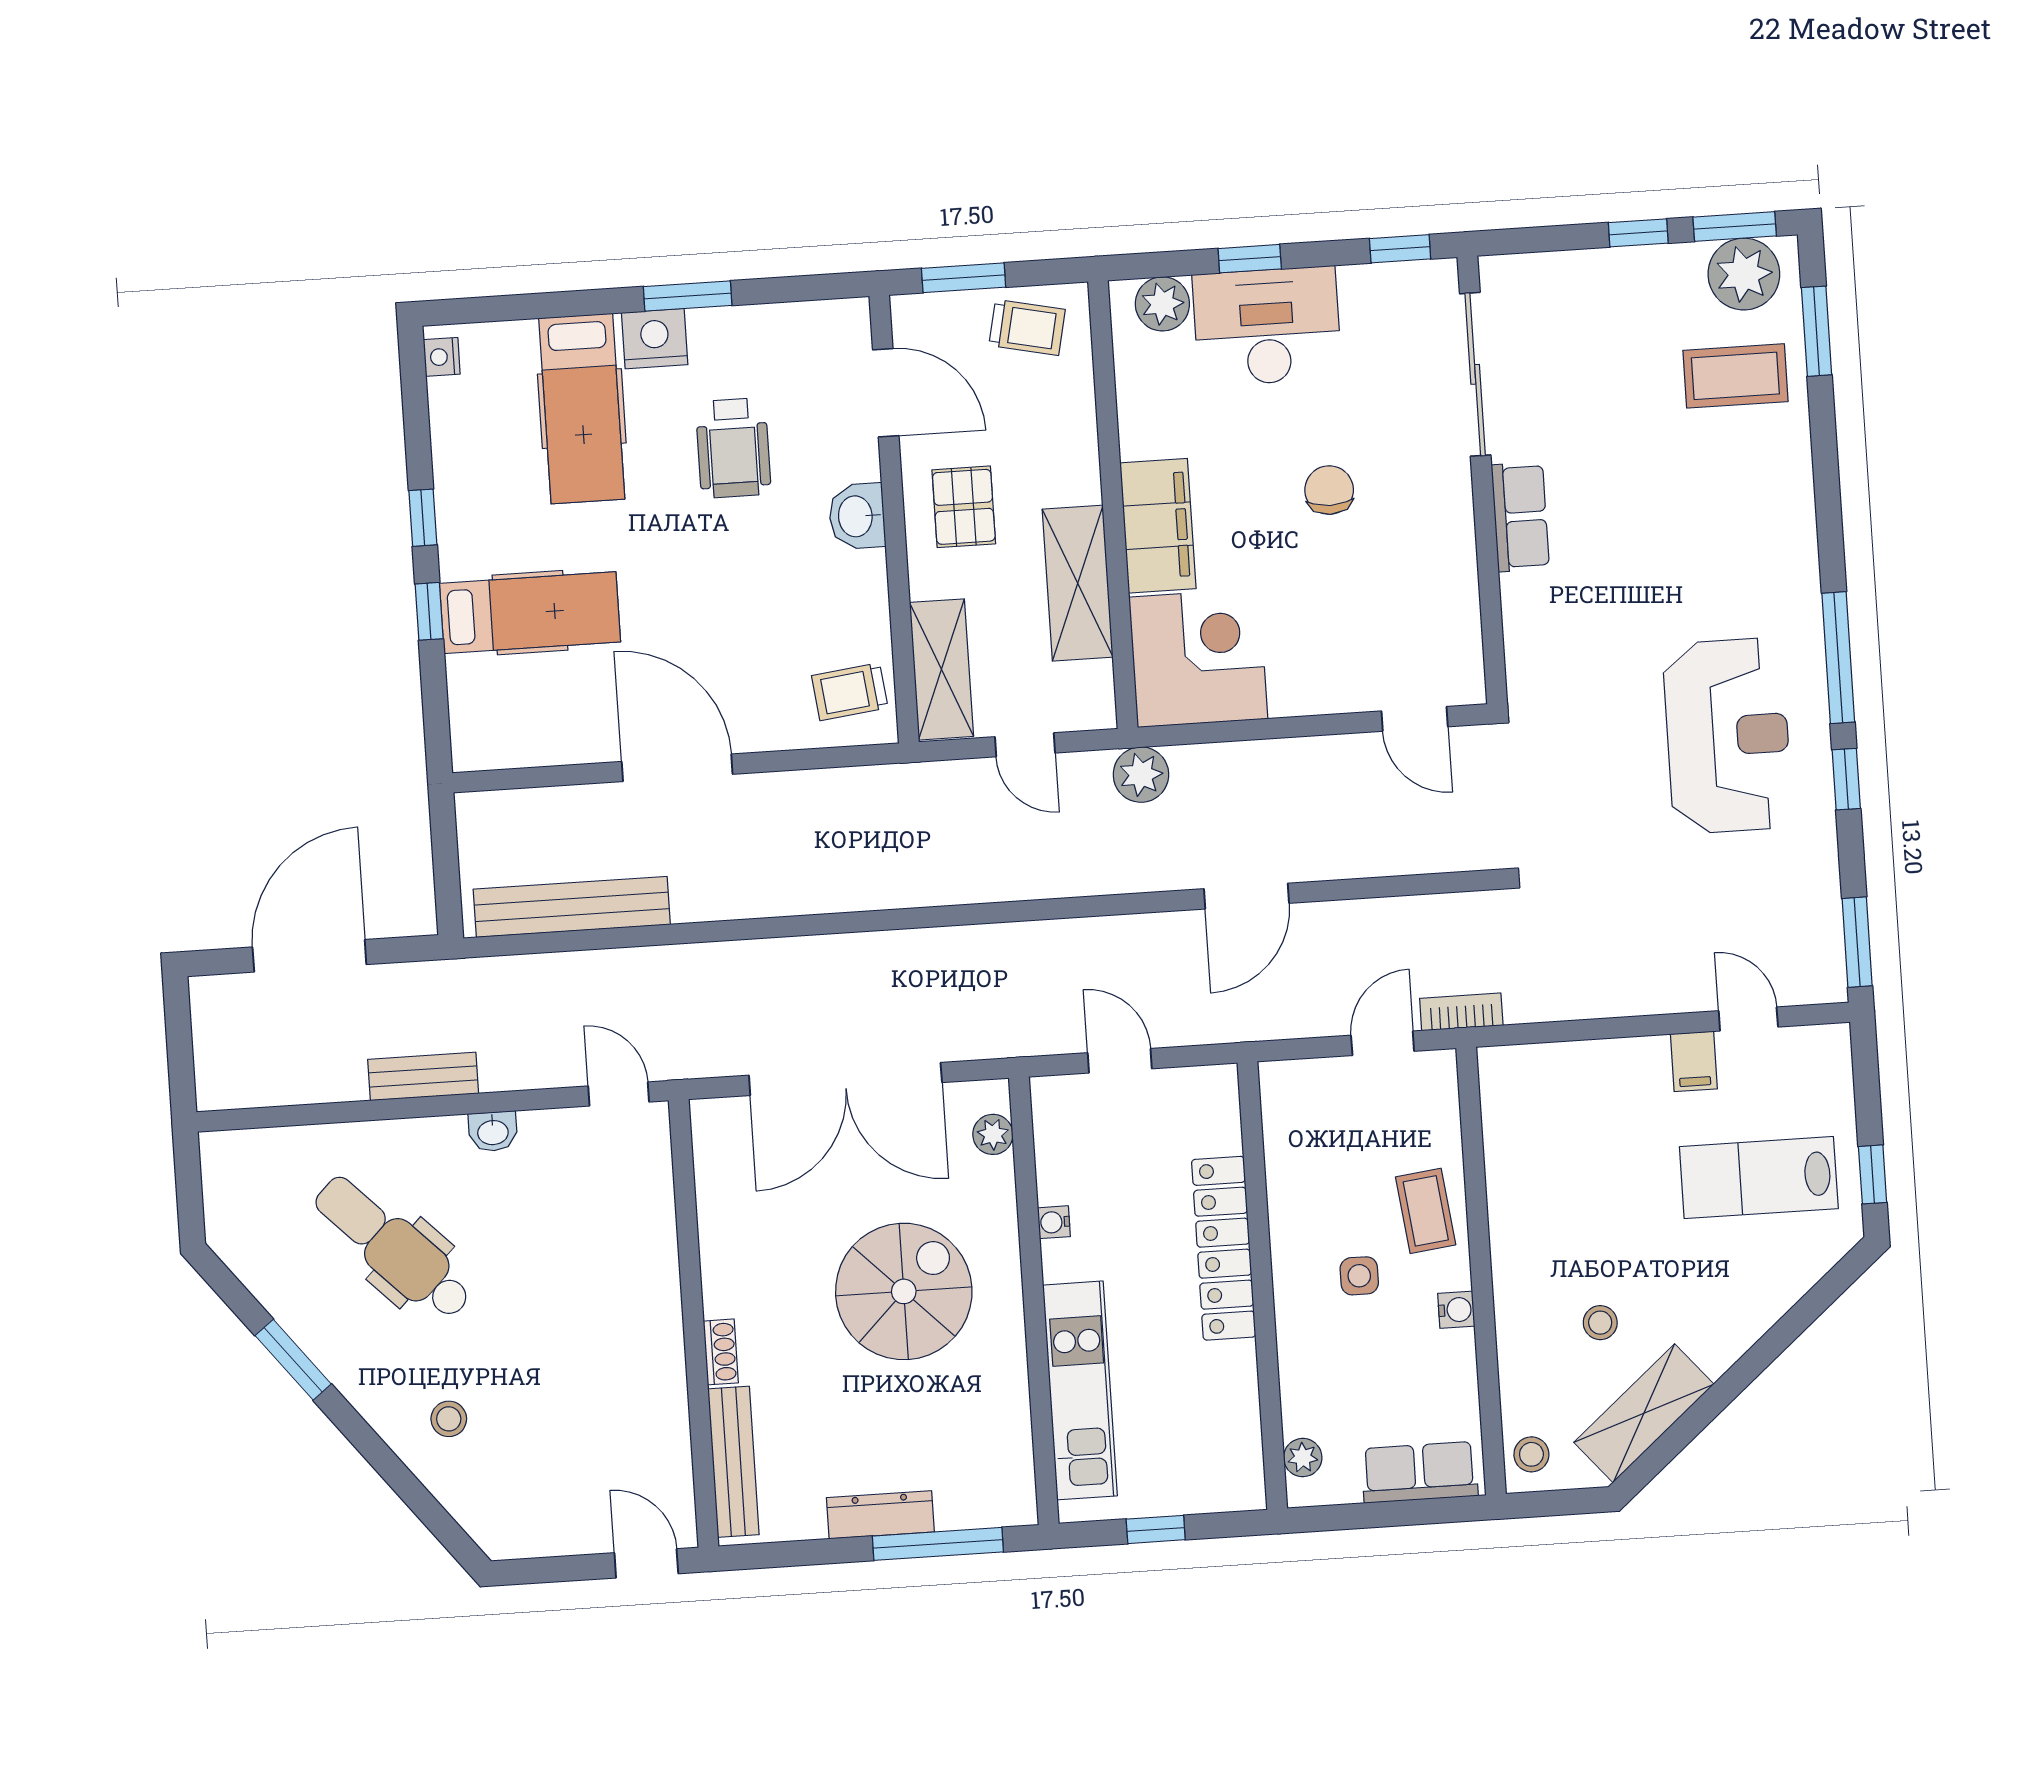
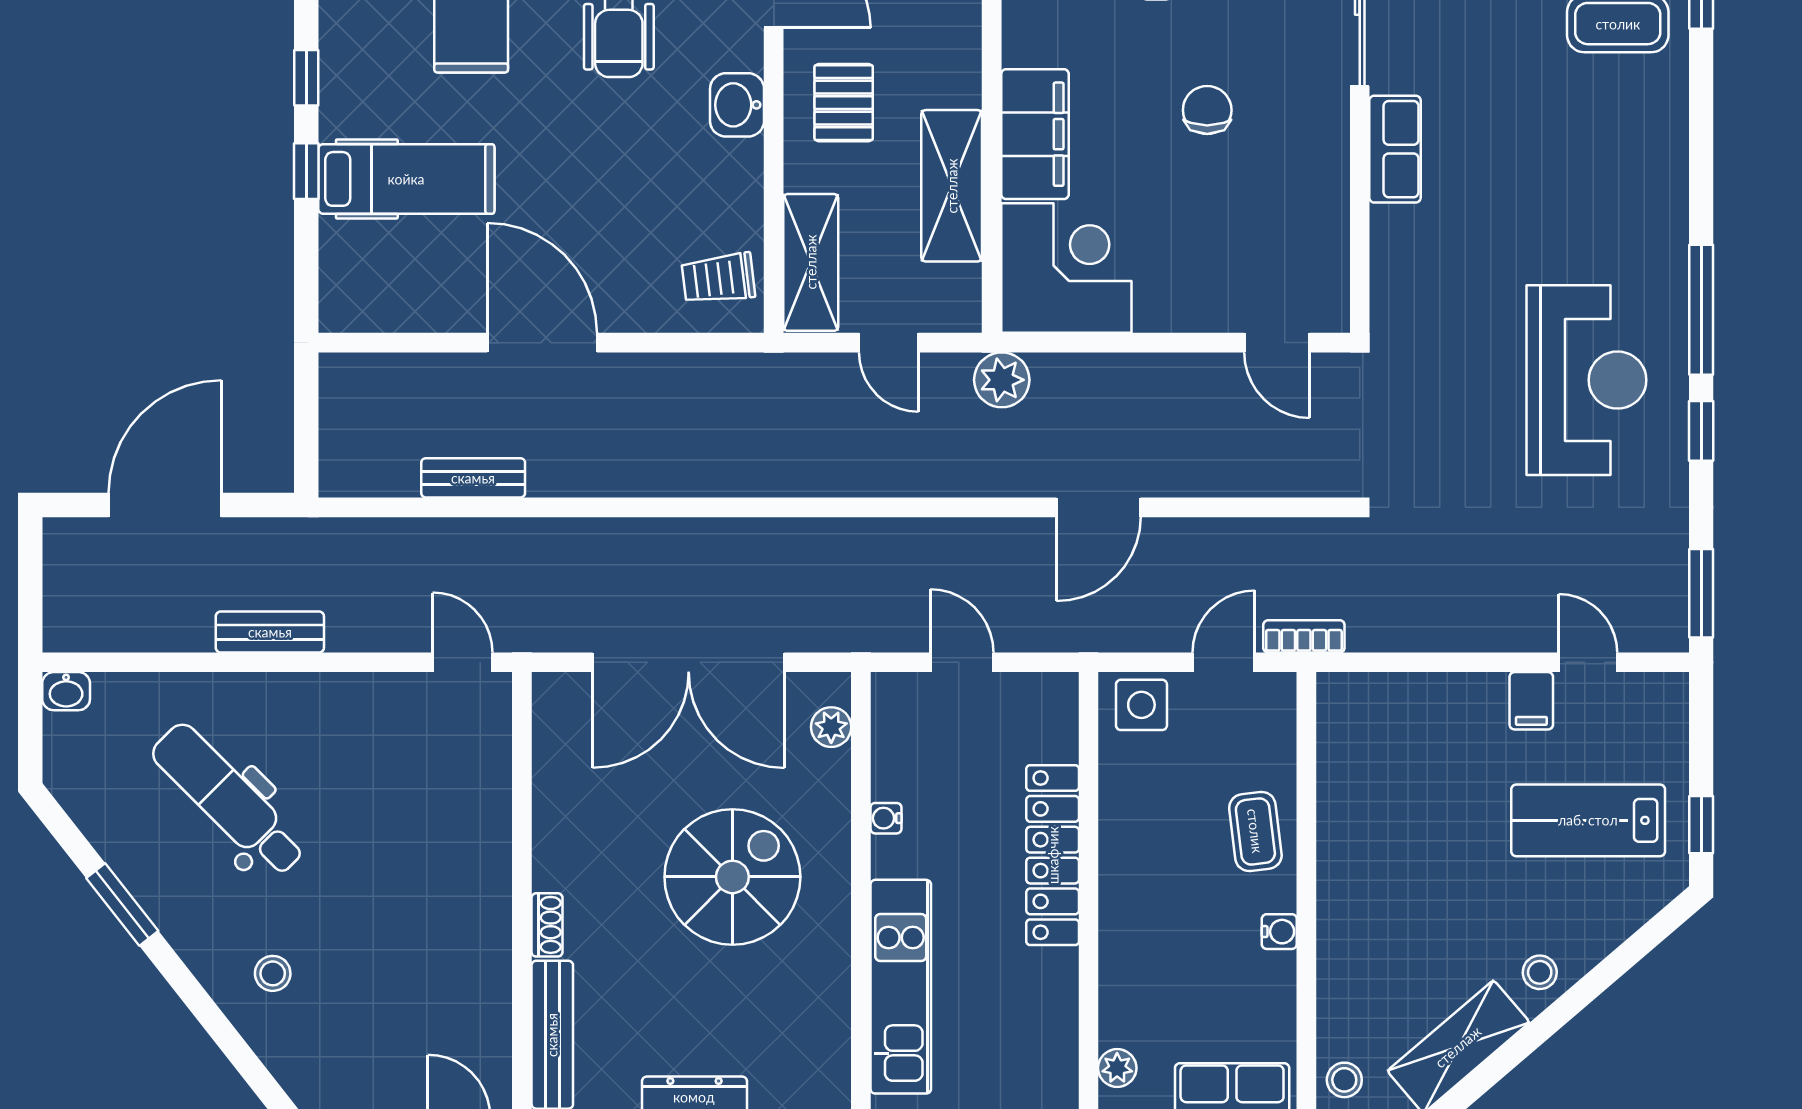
bench: (572, 907) -> (473, 478), width x0.54, depth x0.82
washbasin: (493, 1131) -> (66, 691), moved
side table: (1359, 1276) -> (1141, 705), moved, width x1.37, depth x1.37
stool: (1600, 1323) -> (1540, 972), moved

